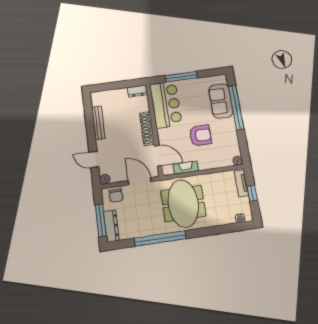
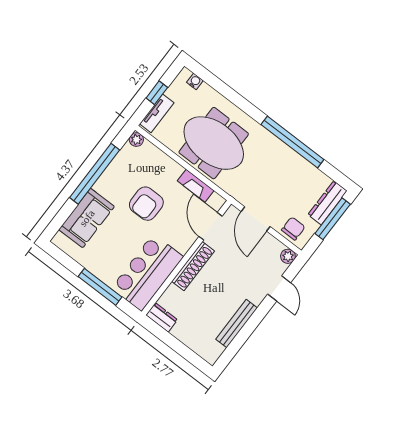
window: (236, 107) -> (95, 174), moved
armchair: (200, 135) -> (146, 204), turned -90
meeting table: (183, 203) -> (214, 143), moved, turned 90

